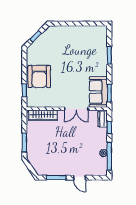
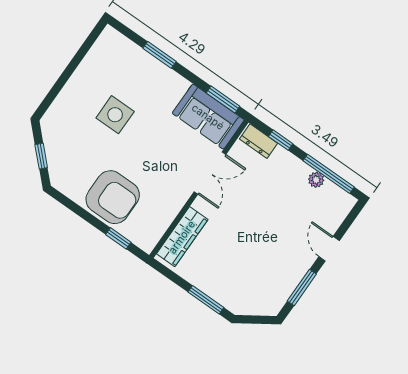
side table: (73, 54) -> (115, 115), added
door: (79, 178) -> (329, 249), swing flipped

